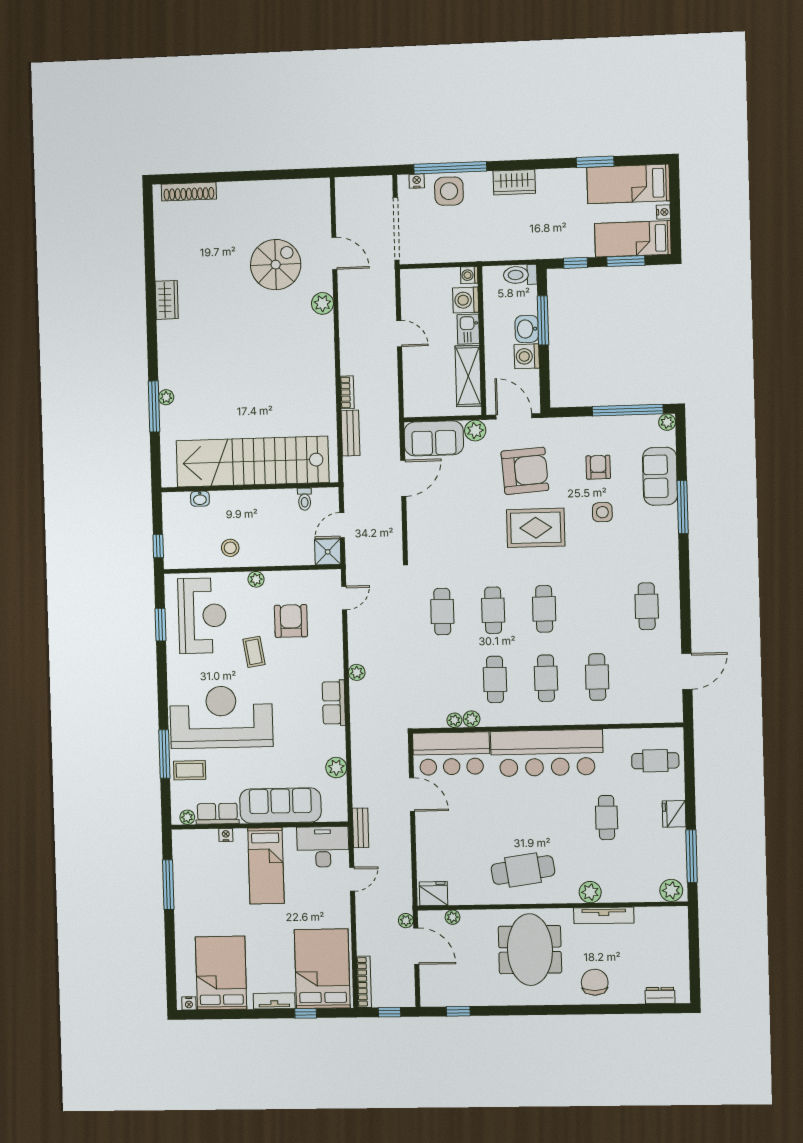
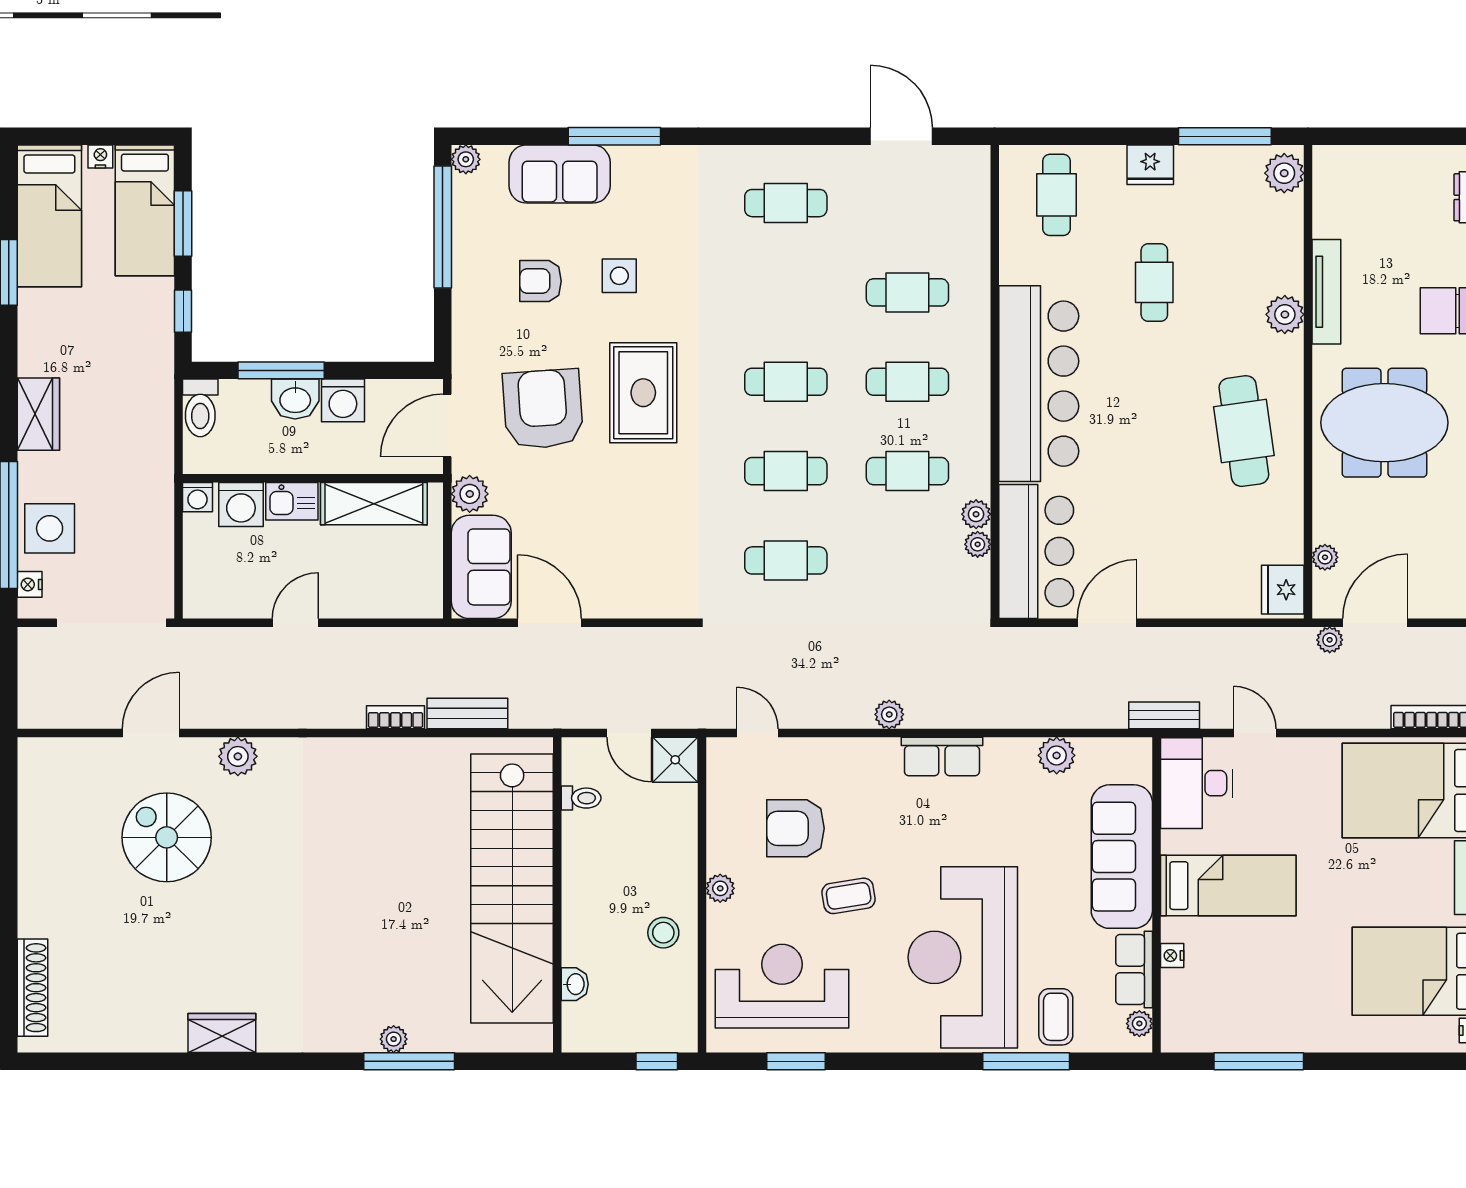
cafe table: (607, 818) -> (1154, 282), turned 90

